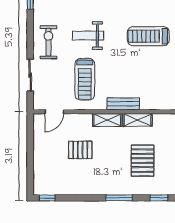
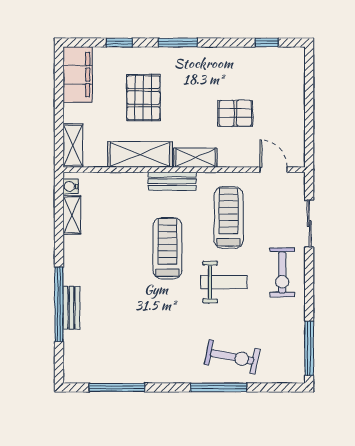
treadmill: (148, 36) -> (167, 248), moved, turned -90
door: (54, 112) -> (274, 170), hinge flipped
shelving: (138, 120) -> (140, 154), width x1.50, depth x1.33
window: (47, 198) -> (267, 43), moved

